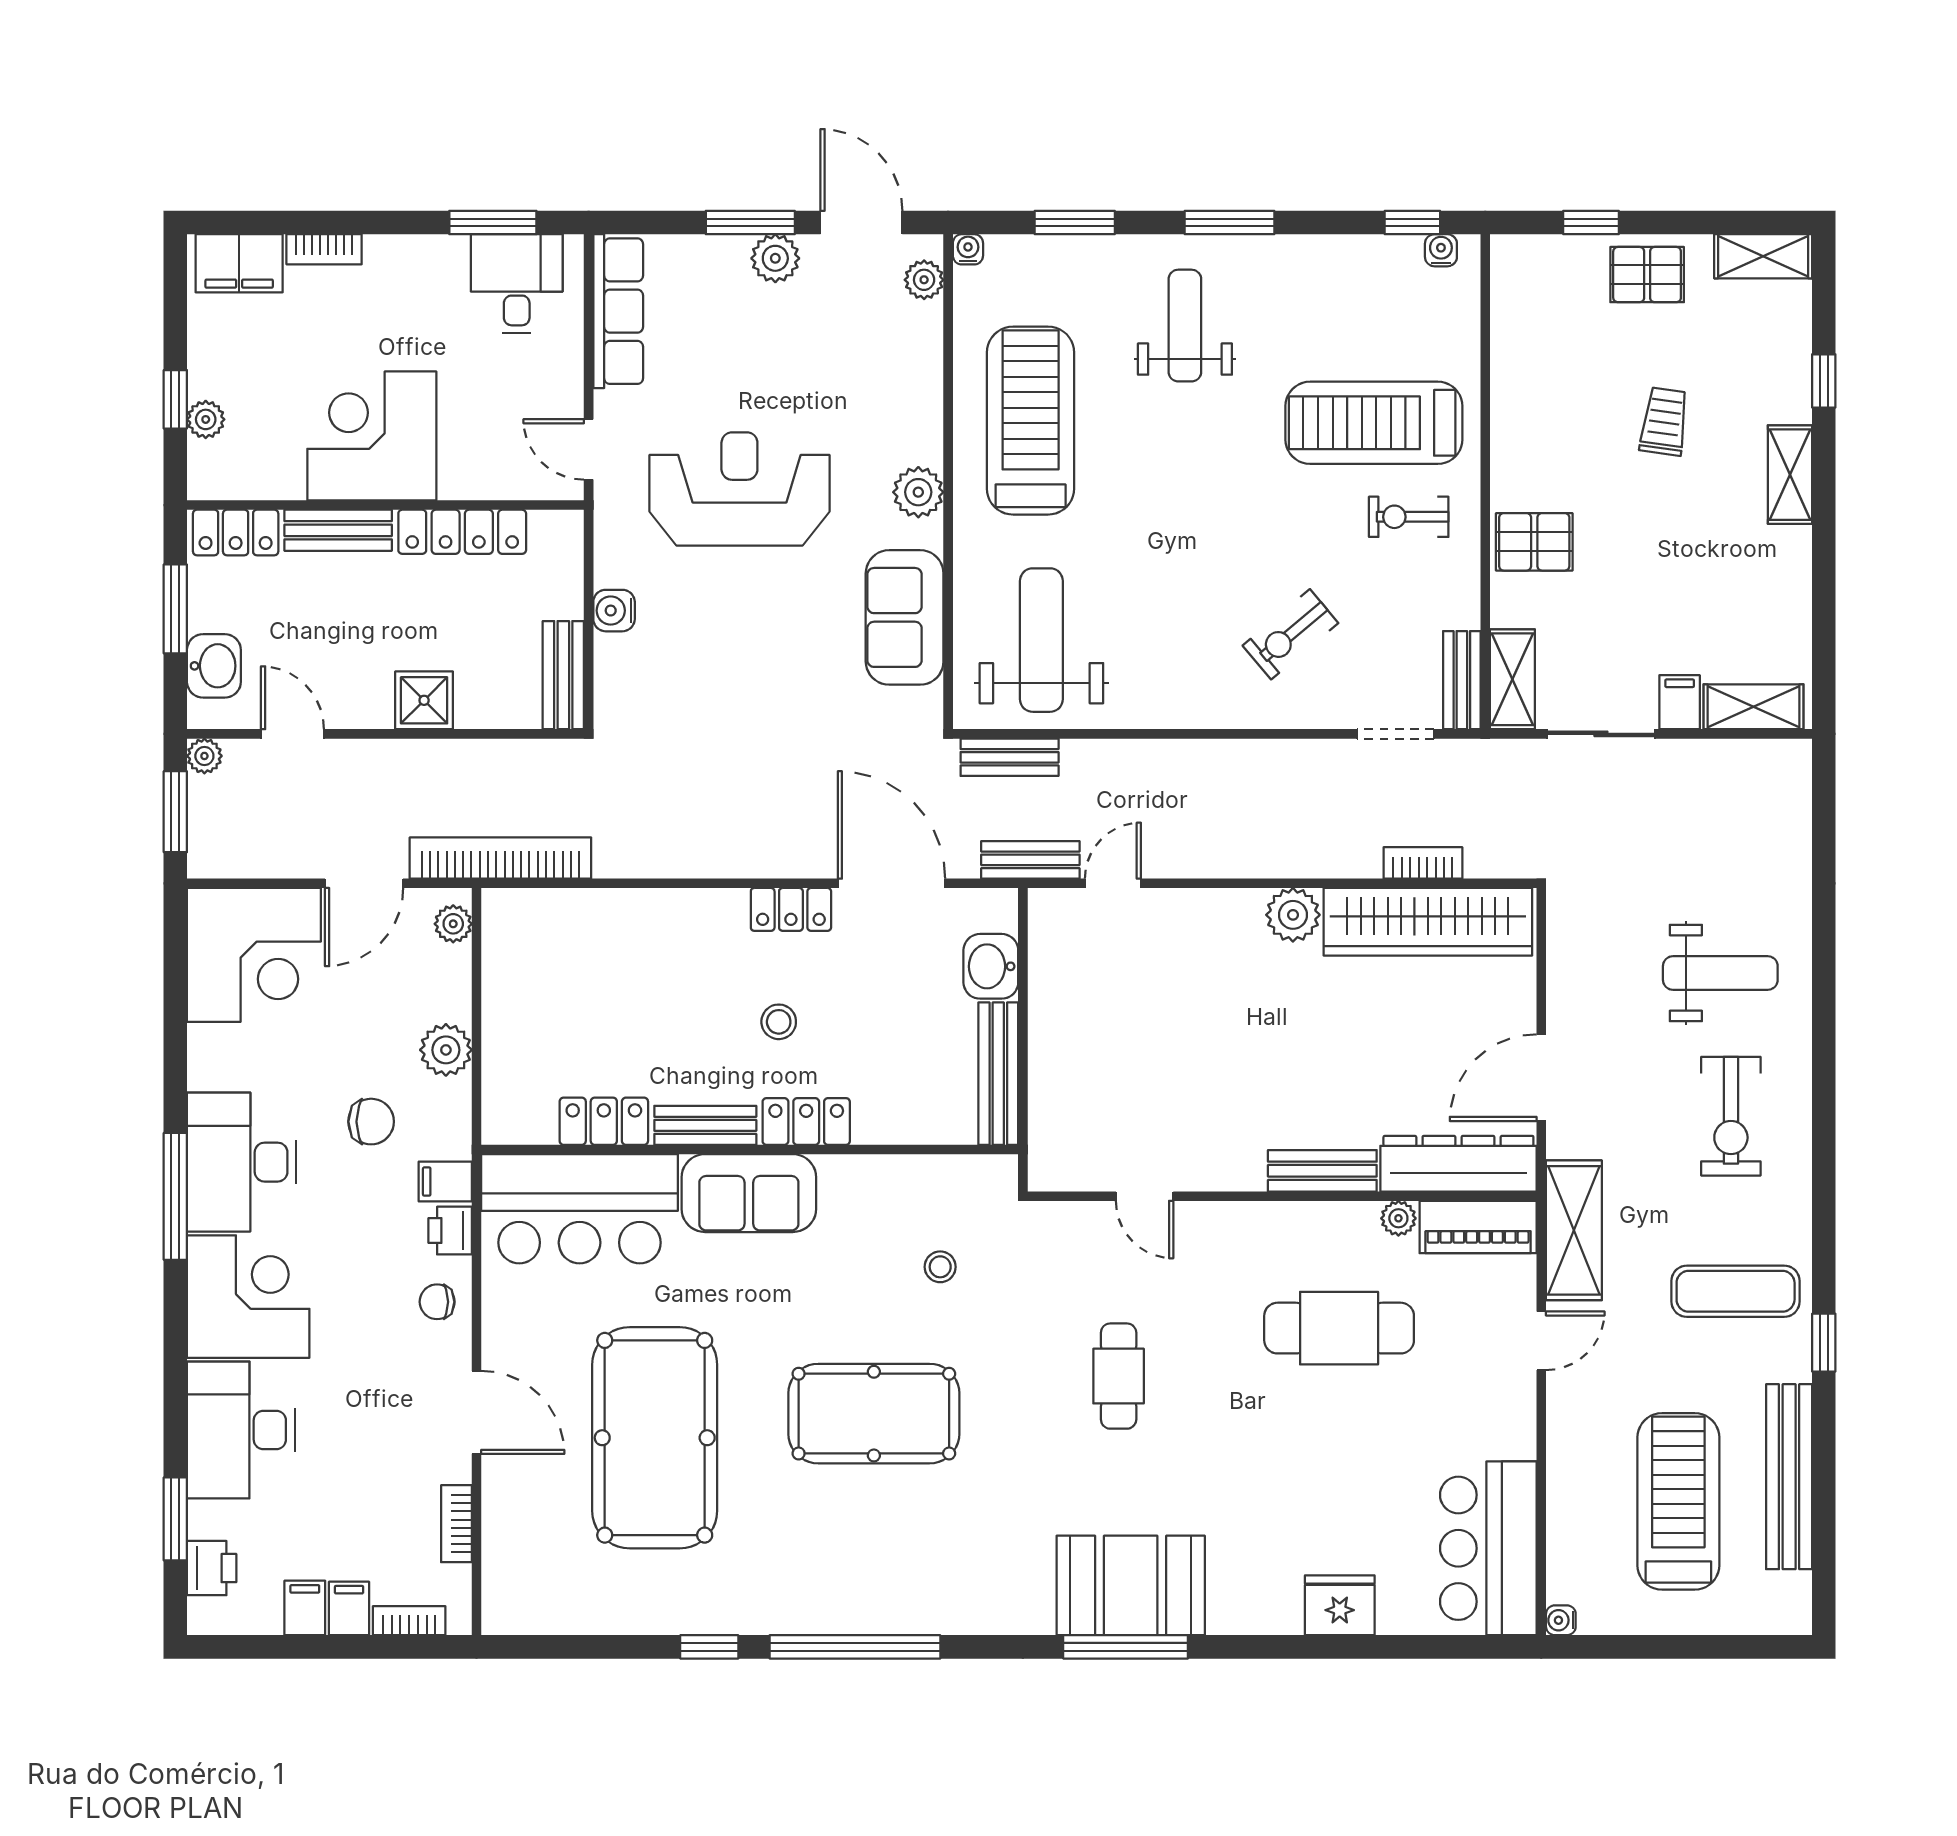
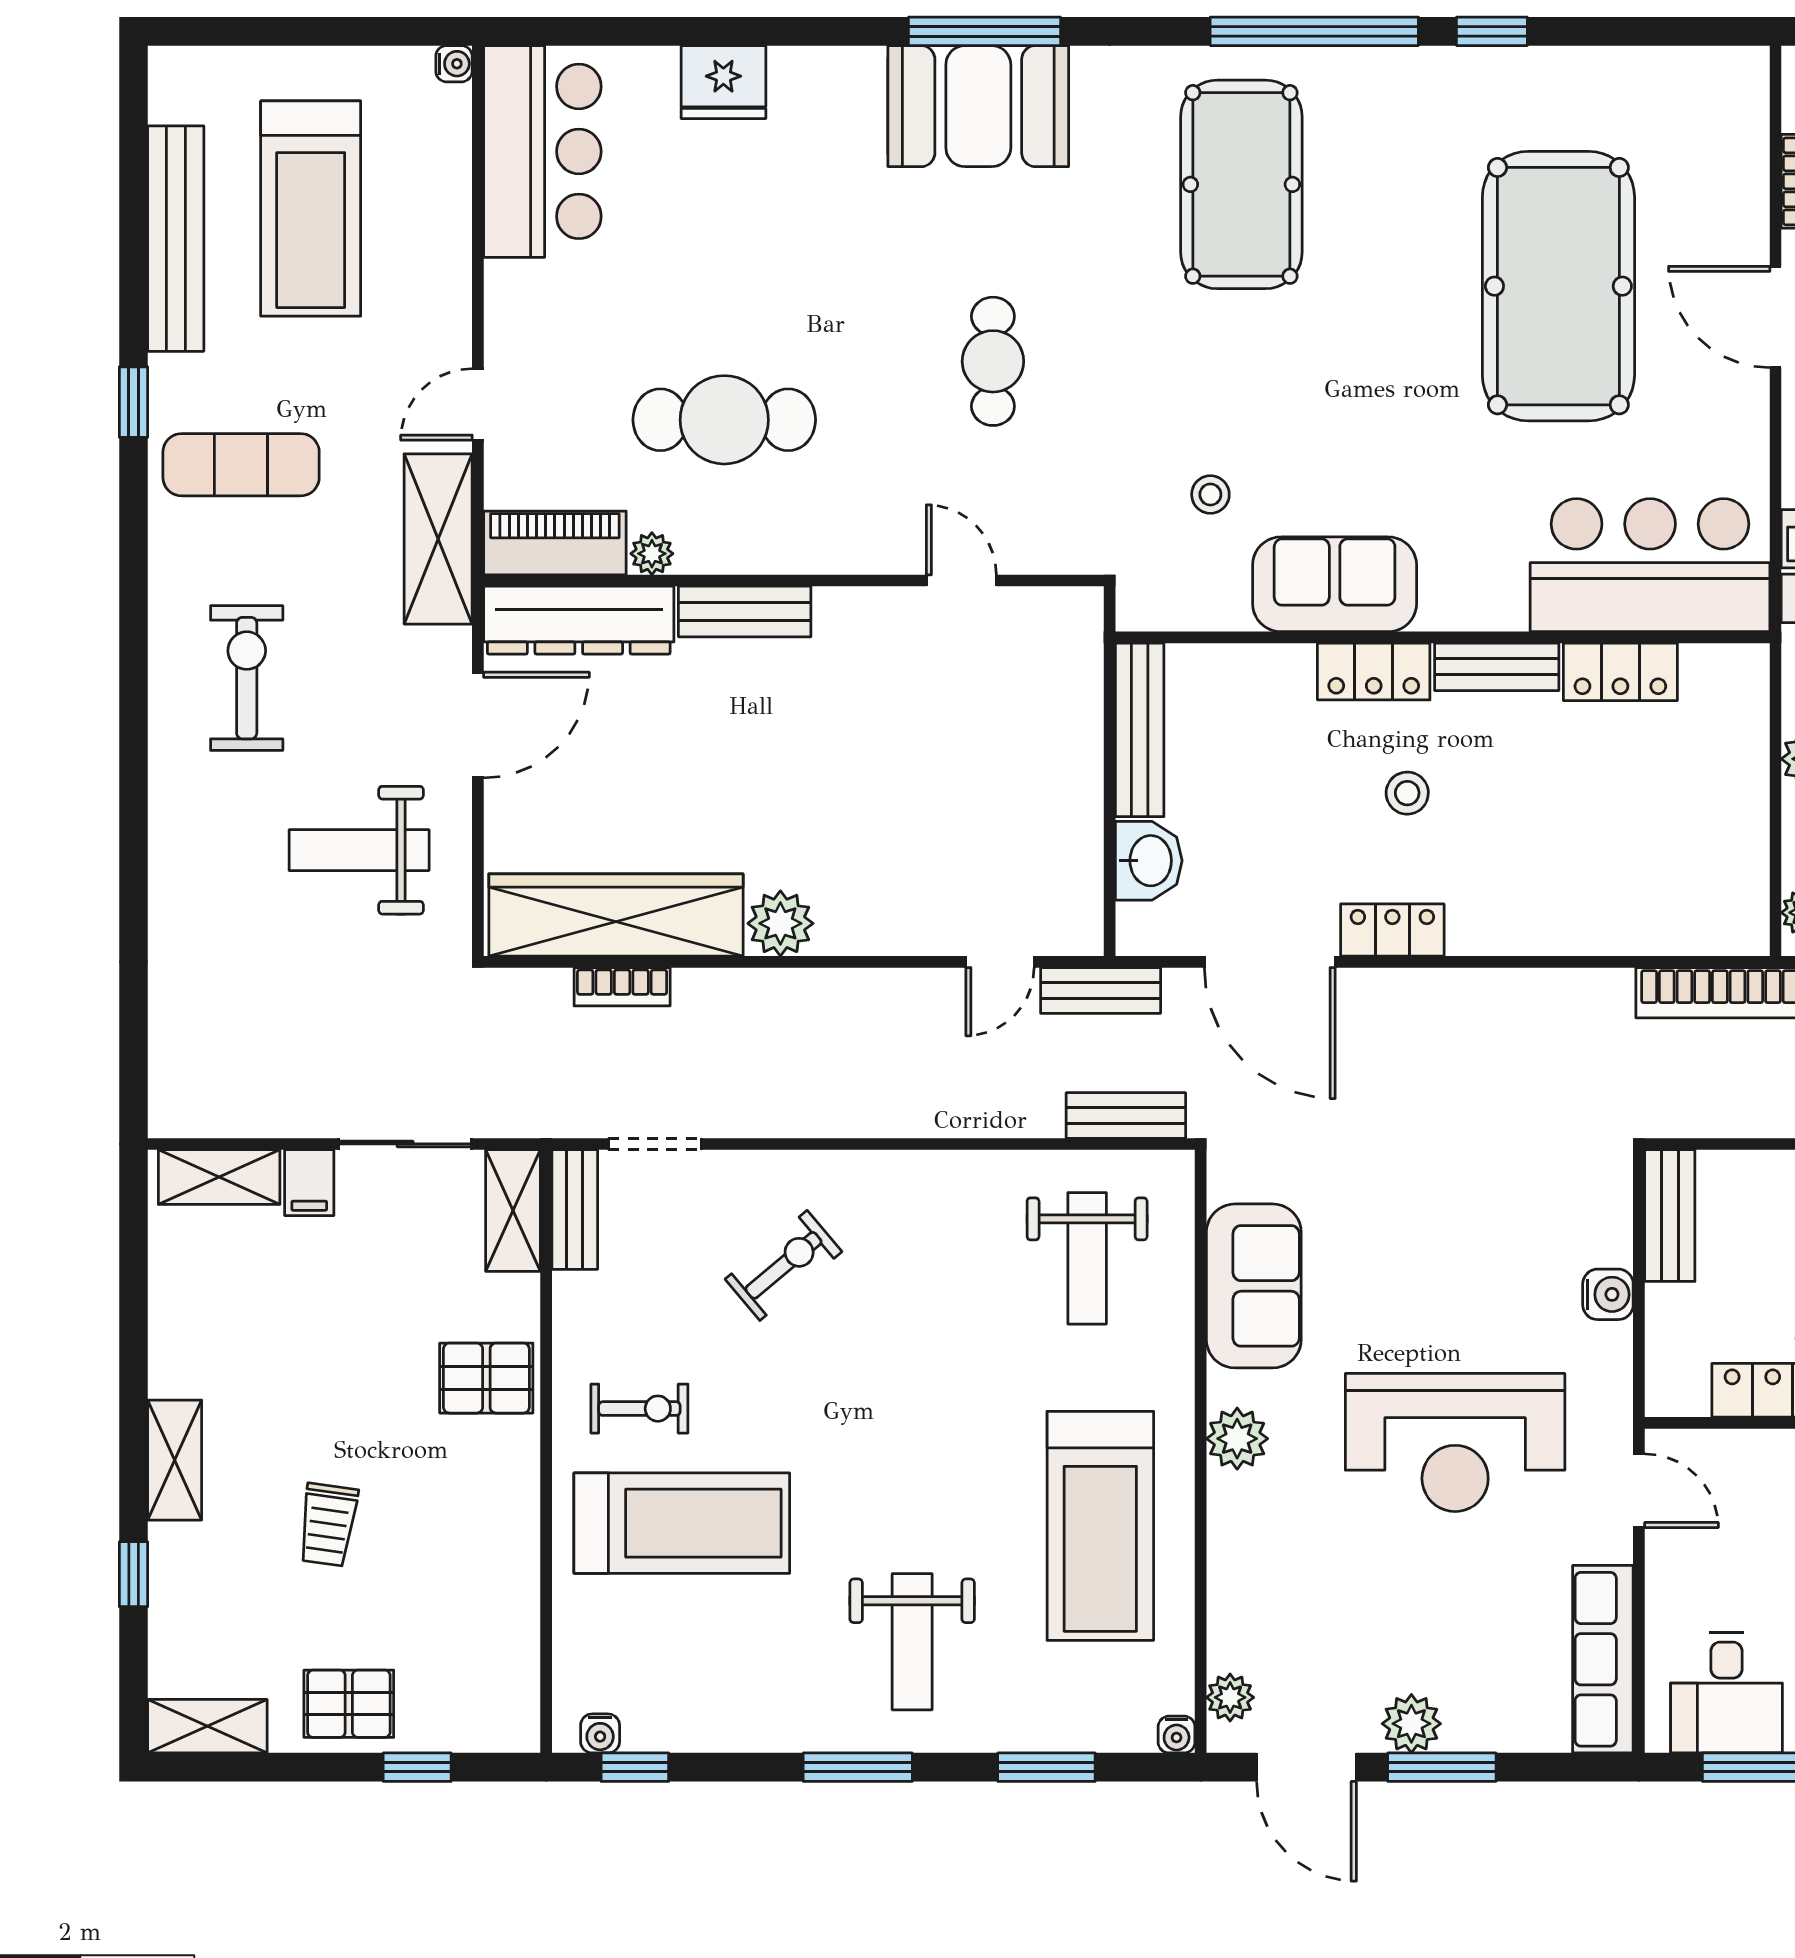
weight bench: (1041, 640) -> (1087, 1258), width x0.73, depth x0.75
weight bench: (1720, 973) -> (359, 850), moved
sofa: (749, 1193) -> (1335, 584), moved
pool table: (874, 1414) -> (1241, 184), moved, turned 90

